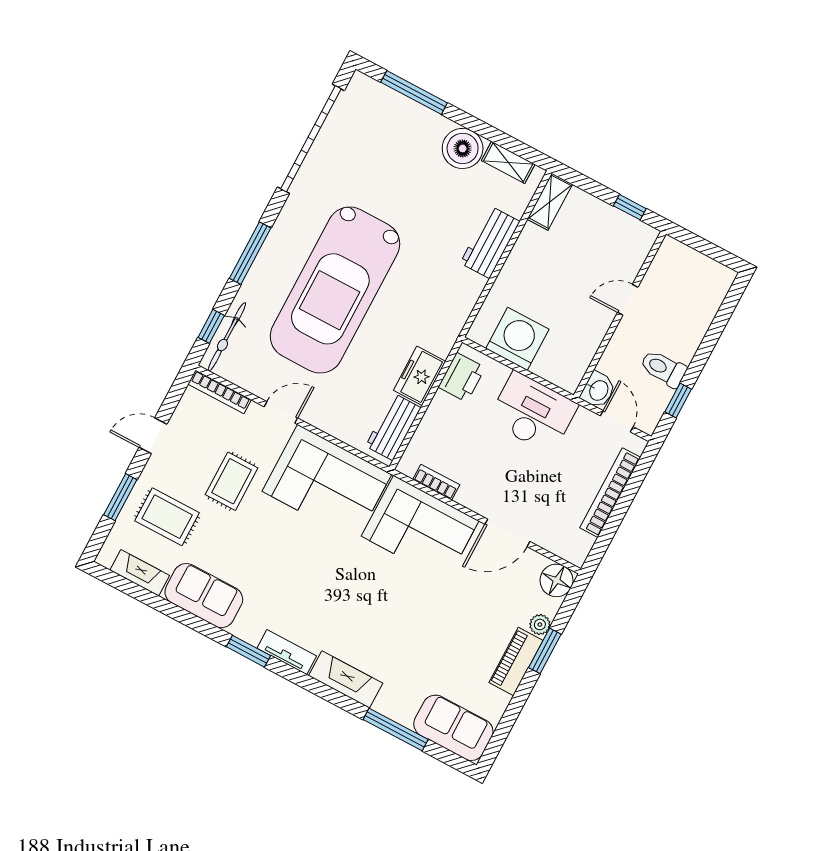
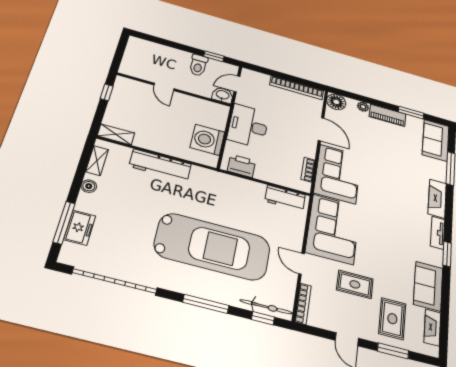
boiler: (463, 148) -> (89, 186), width x0.54, depth x0.54
workbench: (490, 242) -> (160, 165), width x1.38
freezer: (420, 376) -> (80, 228), moved, turned -90
bookcase: (610, 493) -> (297, 88), moved
window: (545, 651) -> (411, 113), moved

